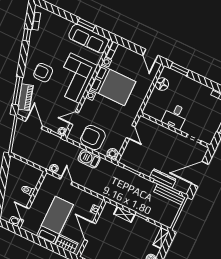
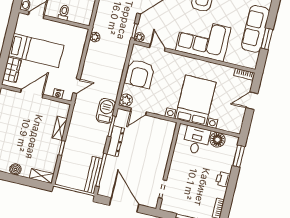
sofa: (89, 39) -> (255, 29), moved
door: (150, 55) -> (252, 101), moved
bed with nightstands: (113, 85) -> (196, 100), moved, turned 180
printer: (196, 86) -> (223, 179), added
desk: (175, 116) -> (196, 140), moved, turned 90
door: (131, 132) -> (139, 112), moved
armchair: (93, 138) -> (140, 74), turned 180
barbecue: (89, 159) -> (106, 111), moved
dresser: (163, 178) -> (116, 141), moved
door: (66, 180) -> (77, 86), moved

